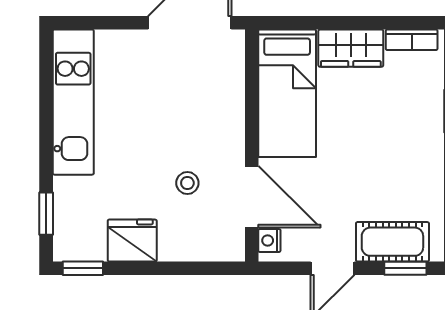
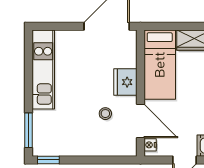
window: (46, 214) -> (28, 130), width x1.50
fridge: (132, 241) -> (125, 82), moved, turned -90

